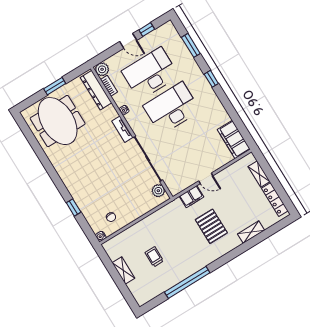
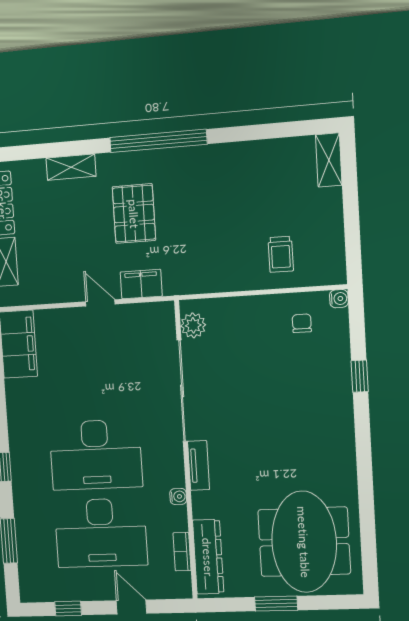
door: (128, 41) -> (132, 607), moved
plant: (102, 69) -> (179, 586), removed
trolley: (154, 257) -> (281, 254), moved
shelving: (123, 271) -> (329, 160), moved
window: (187, 282) -> (158, 141), moved

